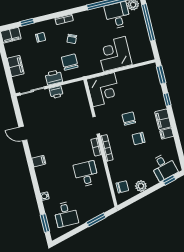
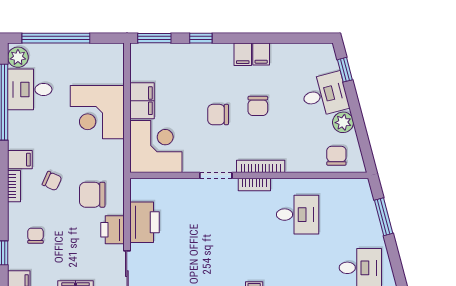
filing cabinet: (79, 19) -> (20, 160), added
filing cabinet: (126, 76) -> (142, 101), added
printer: (56, 92) -> (144, 222), width x1.87, depth x1.48
filing cabinet: (163, 119) -> (243, 54), width x0.50
desk: (164, 167) -> (325, 95), moved
desk: (86, 174) -> (298, 215), turned 180

